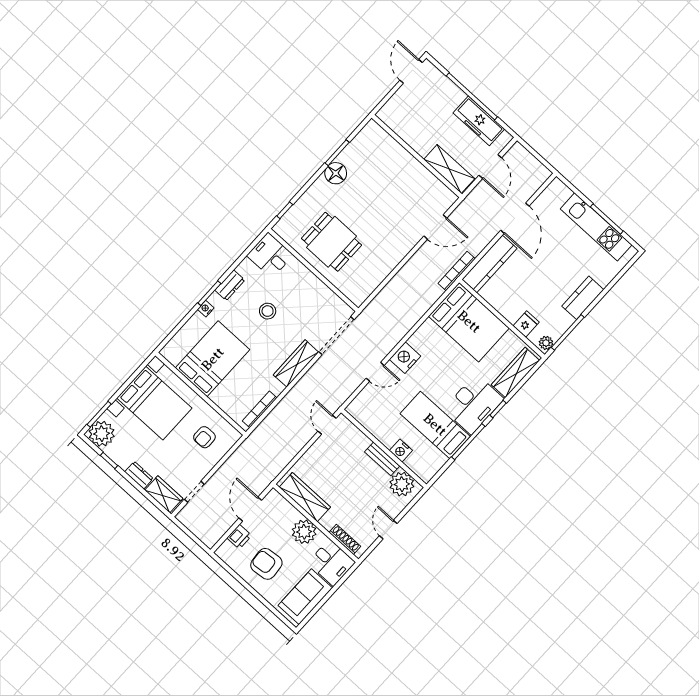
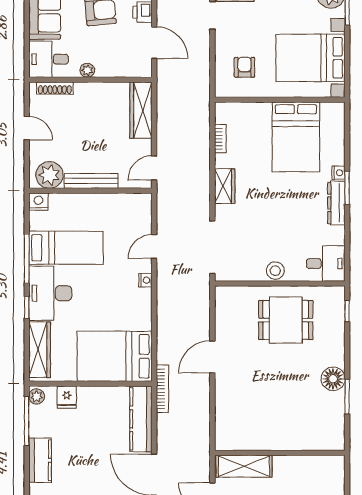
door: (435, 227) -> (212, 357), moved
dresser: (230, 285) -> (336, 203), width x1.44
stool: (268, 311) -> (275, 271), moved
nightstand: (405, 358) -> (145, 280), width x0.53, depth x0.56
wardrobe: (296, 363) -> (225, 186), width x0.67
bookcase: (260, 409) -> (220, 139), width x0.64
door: (327, 425) -> (154, 168), swing flipped
nightstand: (401, 451) -> (38, 202), moved
bench: (382, 459) -> (91, 181), width x1.36
wardrobe: (305, 497) -> (141, 110), moved, turned 90
plant: (304, 532) -> (87, 70), width x0.53, depth x0.53

